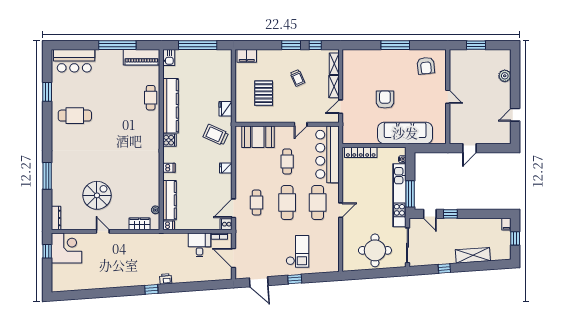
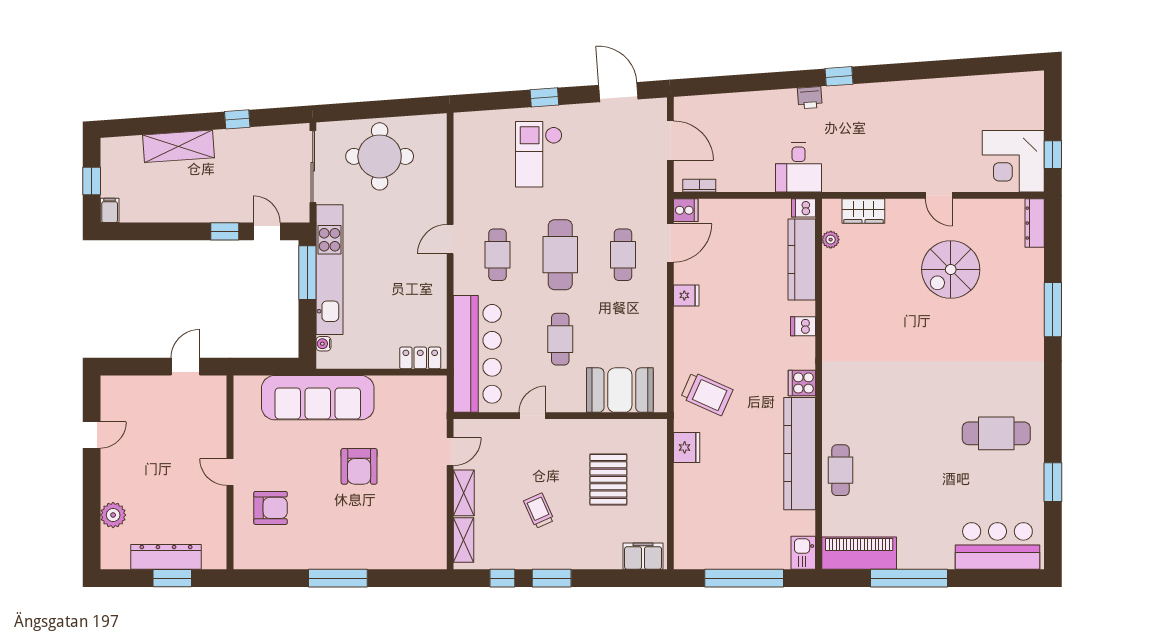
dresser: (479, 55) -> (166, 557), added
armchair: (426, 66) -> (271, 508), moved, turned 96
locker: (361, 152) -> (420, 358), width x0.66
fridge: (226, 168) -> (686, 295), moved
cafe table: (318, 203) -> (498, 255), width x0.73, depth x0.74
desk: (199, 245) -> (799, 168), moved

